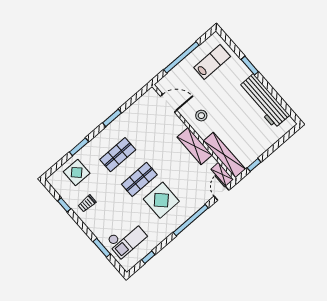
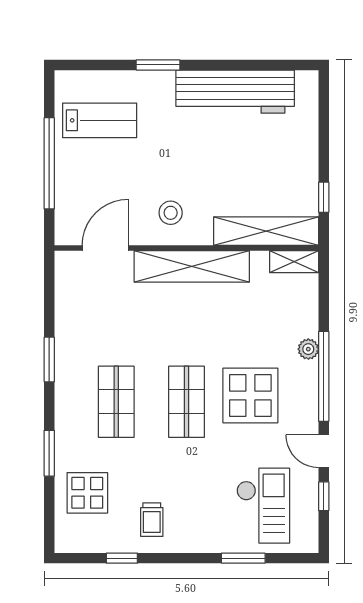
lab bench: (212, 62) -> (100, 120), turned 90
shelving: (195, 146) -> (192, 266), width x1.47
door: (222, 193) -> (324, 451), moved
plant: (196, 206) -> (308, 349), added

